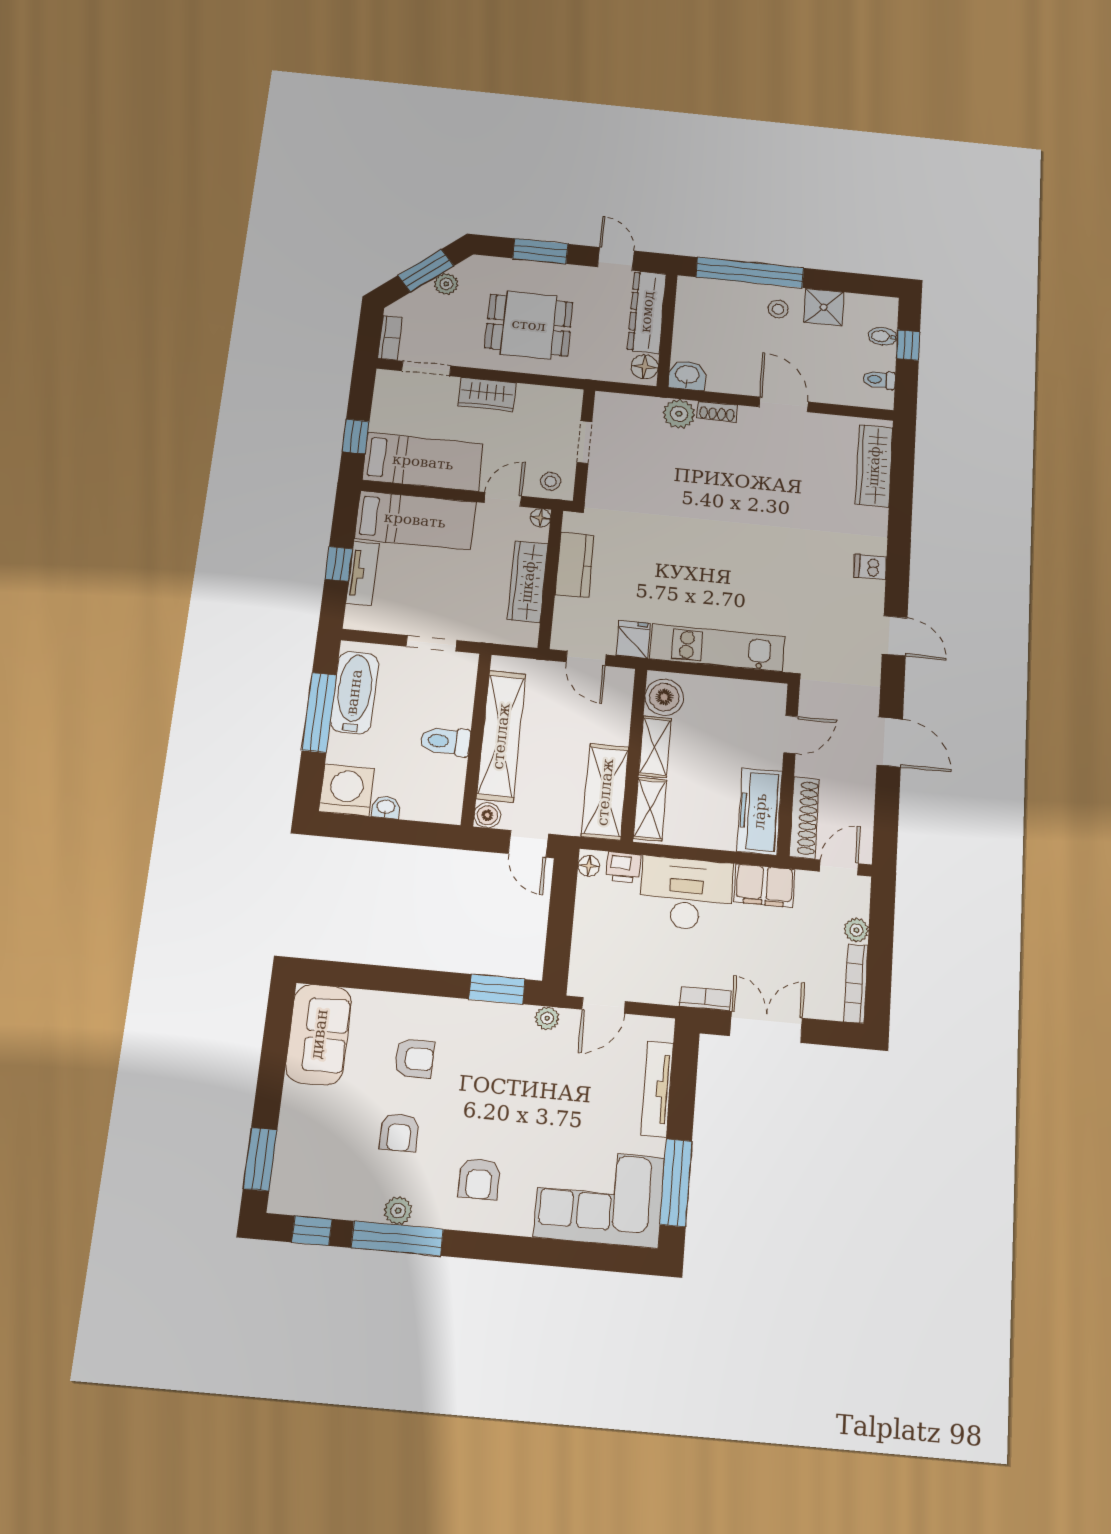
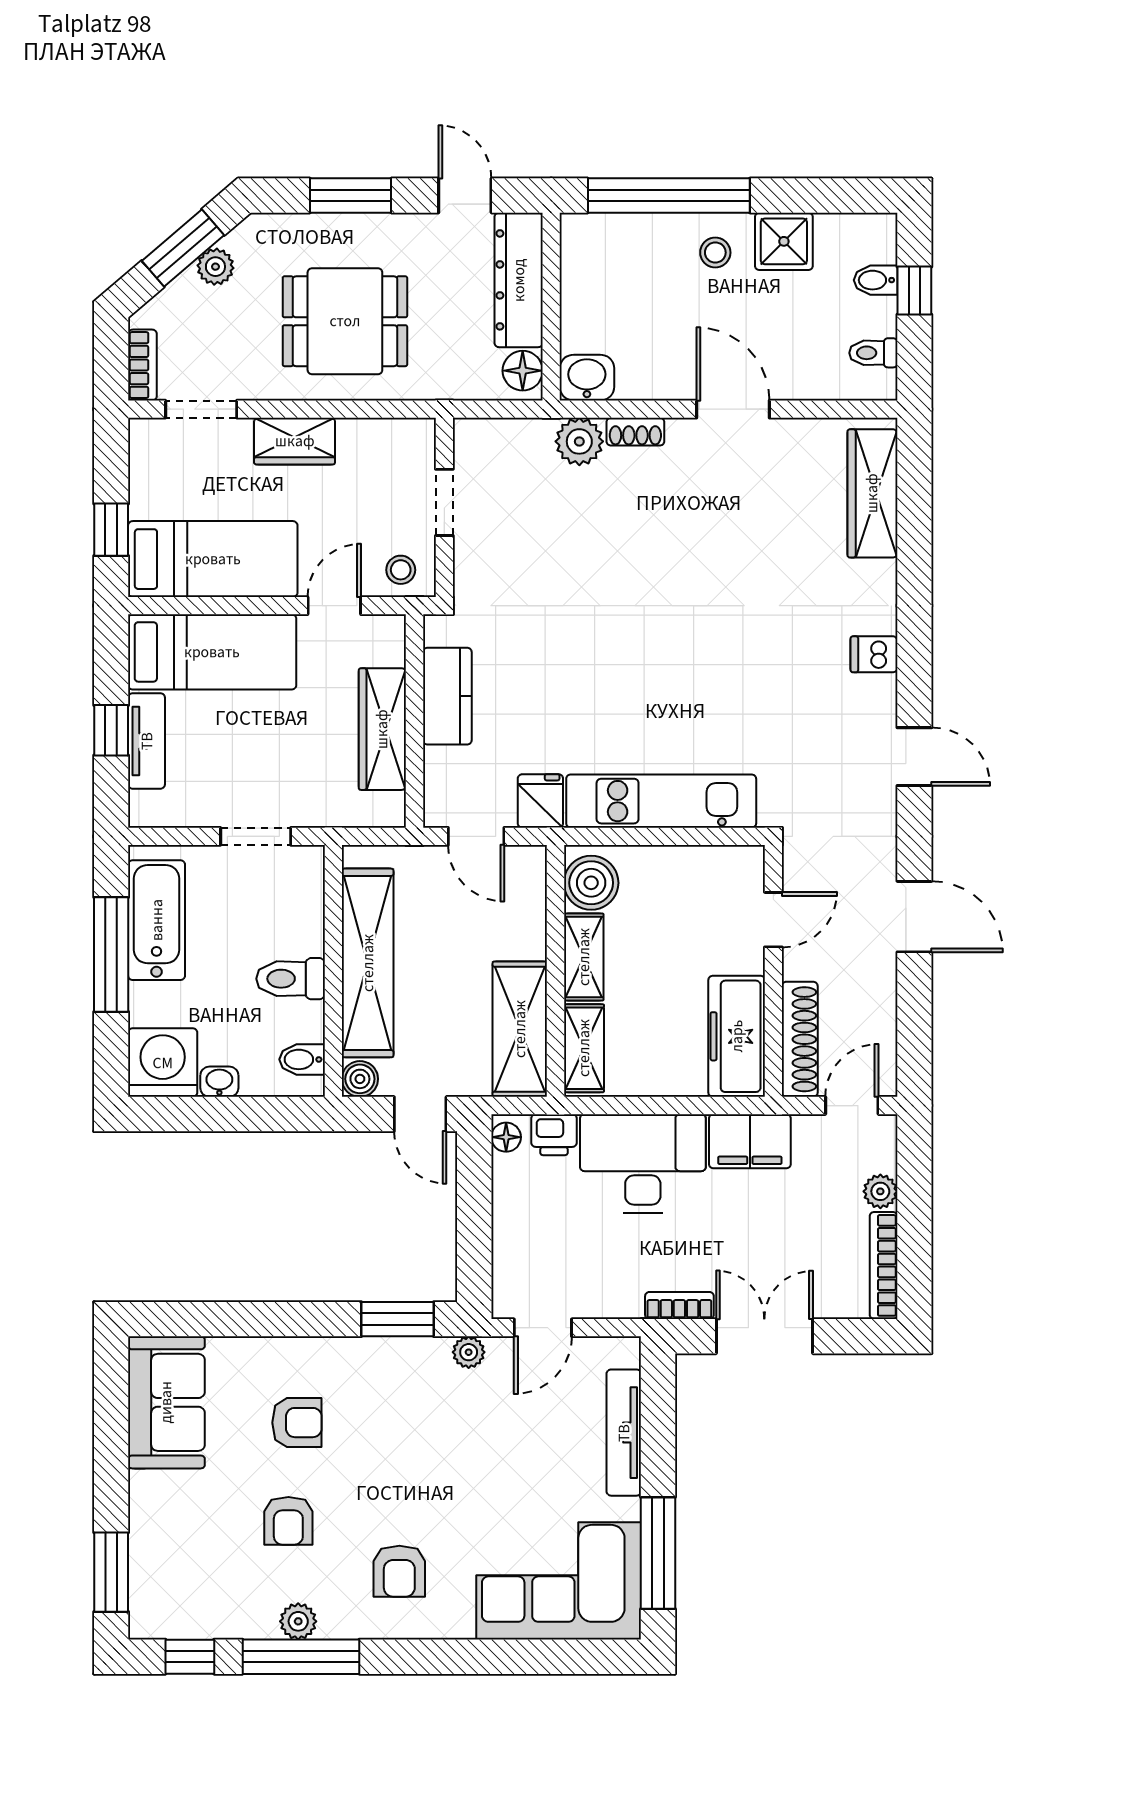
floor lamp: (541, 518) -> (392, 629), removed
bidet: (447, 798) -> (302, 1059), added

